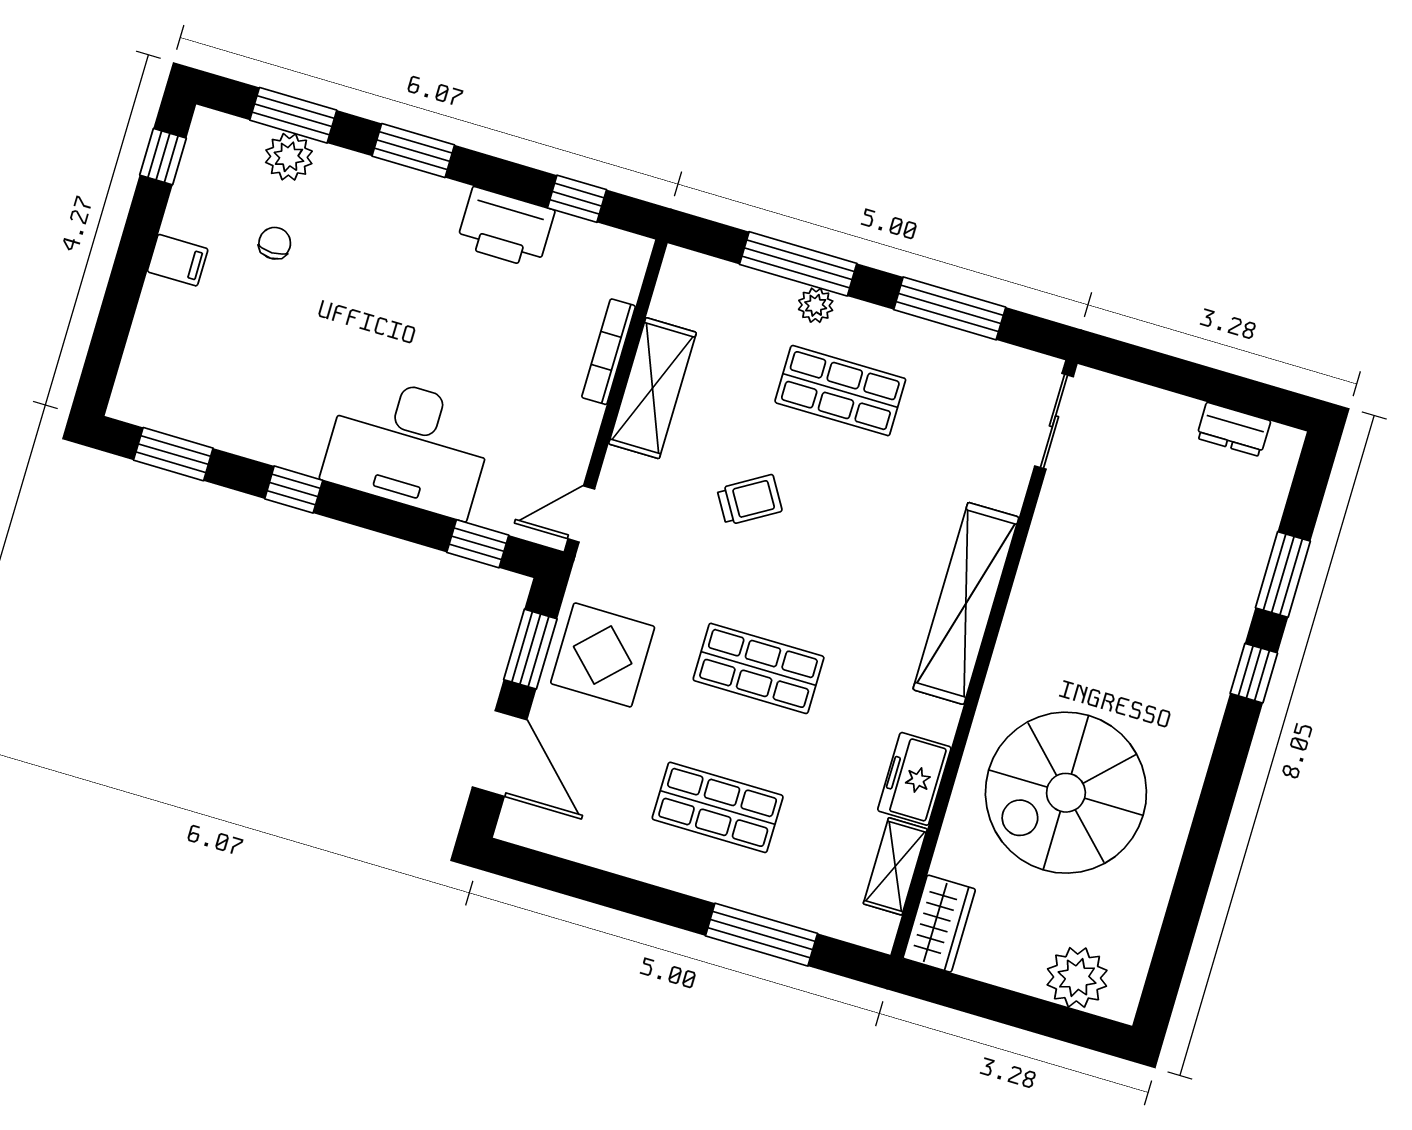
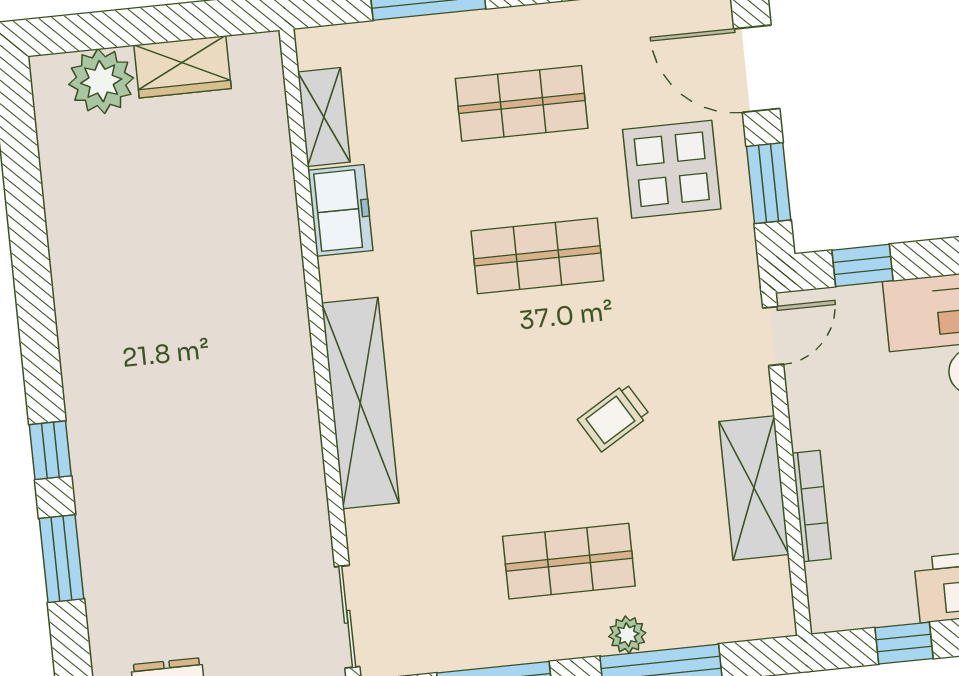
display table: (603, 655) -> (672, 169), moved
spiral stairs: (1066, 793) -> (186, 258), removed
wardrobe: (939, 924) -> (183, 67), moved, turned -90

